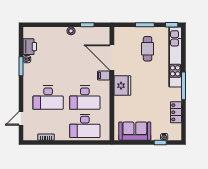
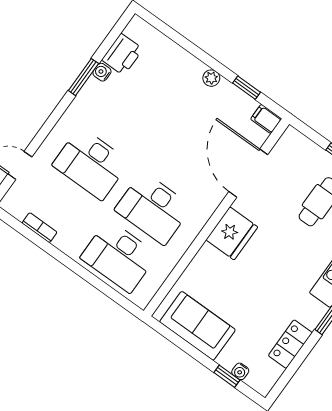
filing cabinet: (104, 75) -> (266, 119), moved

